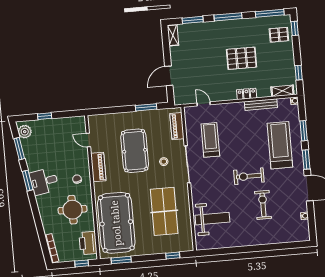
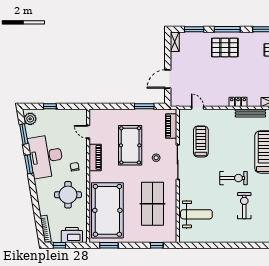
pallet: (241, 58) -> (225, 48), moved
exercise bike: (249, 176) -> (234, 178), turned 180
desk: (44, 181) -> (46, 156), width x1.87, depth x1.30
printer: (88, 243) -> (72, 235), moved, turned 90
window: (82, 263) -> (59, 245), moved

